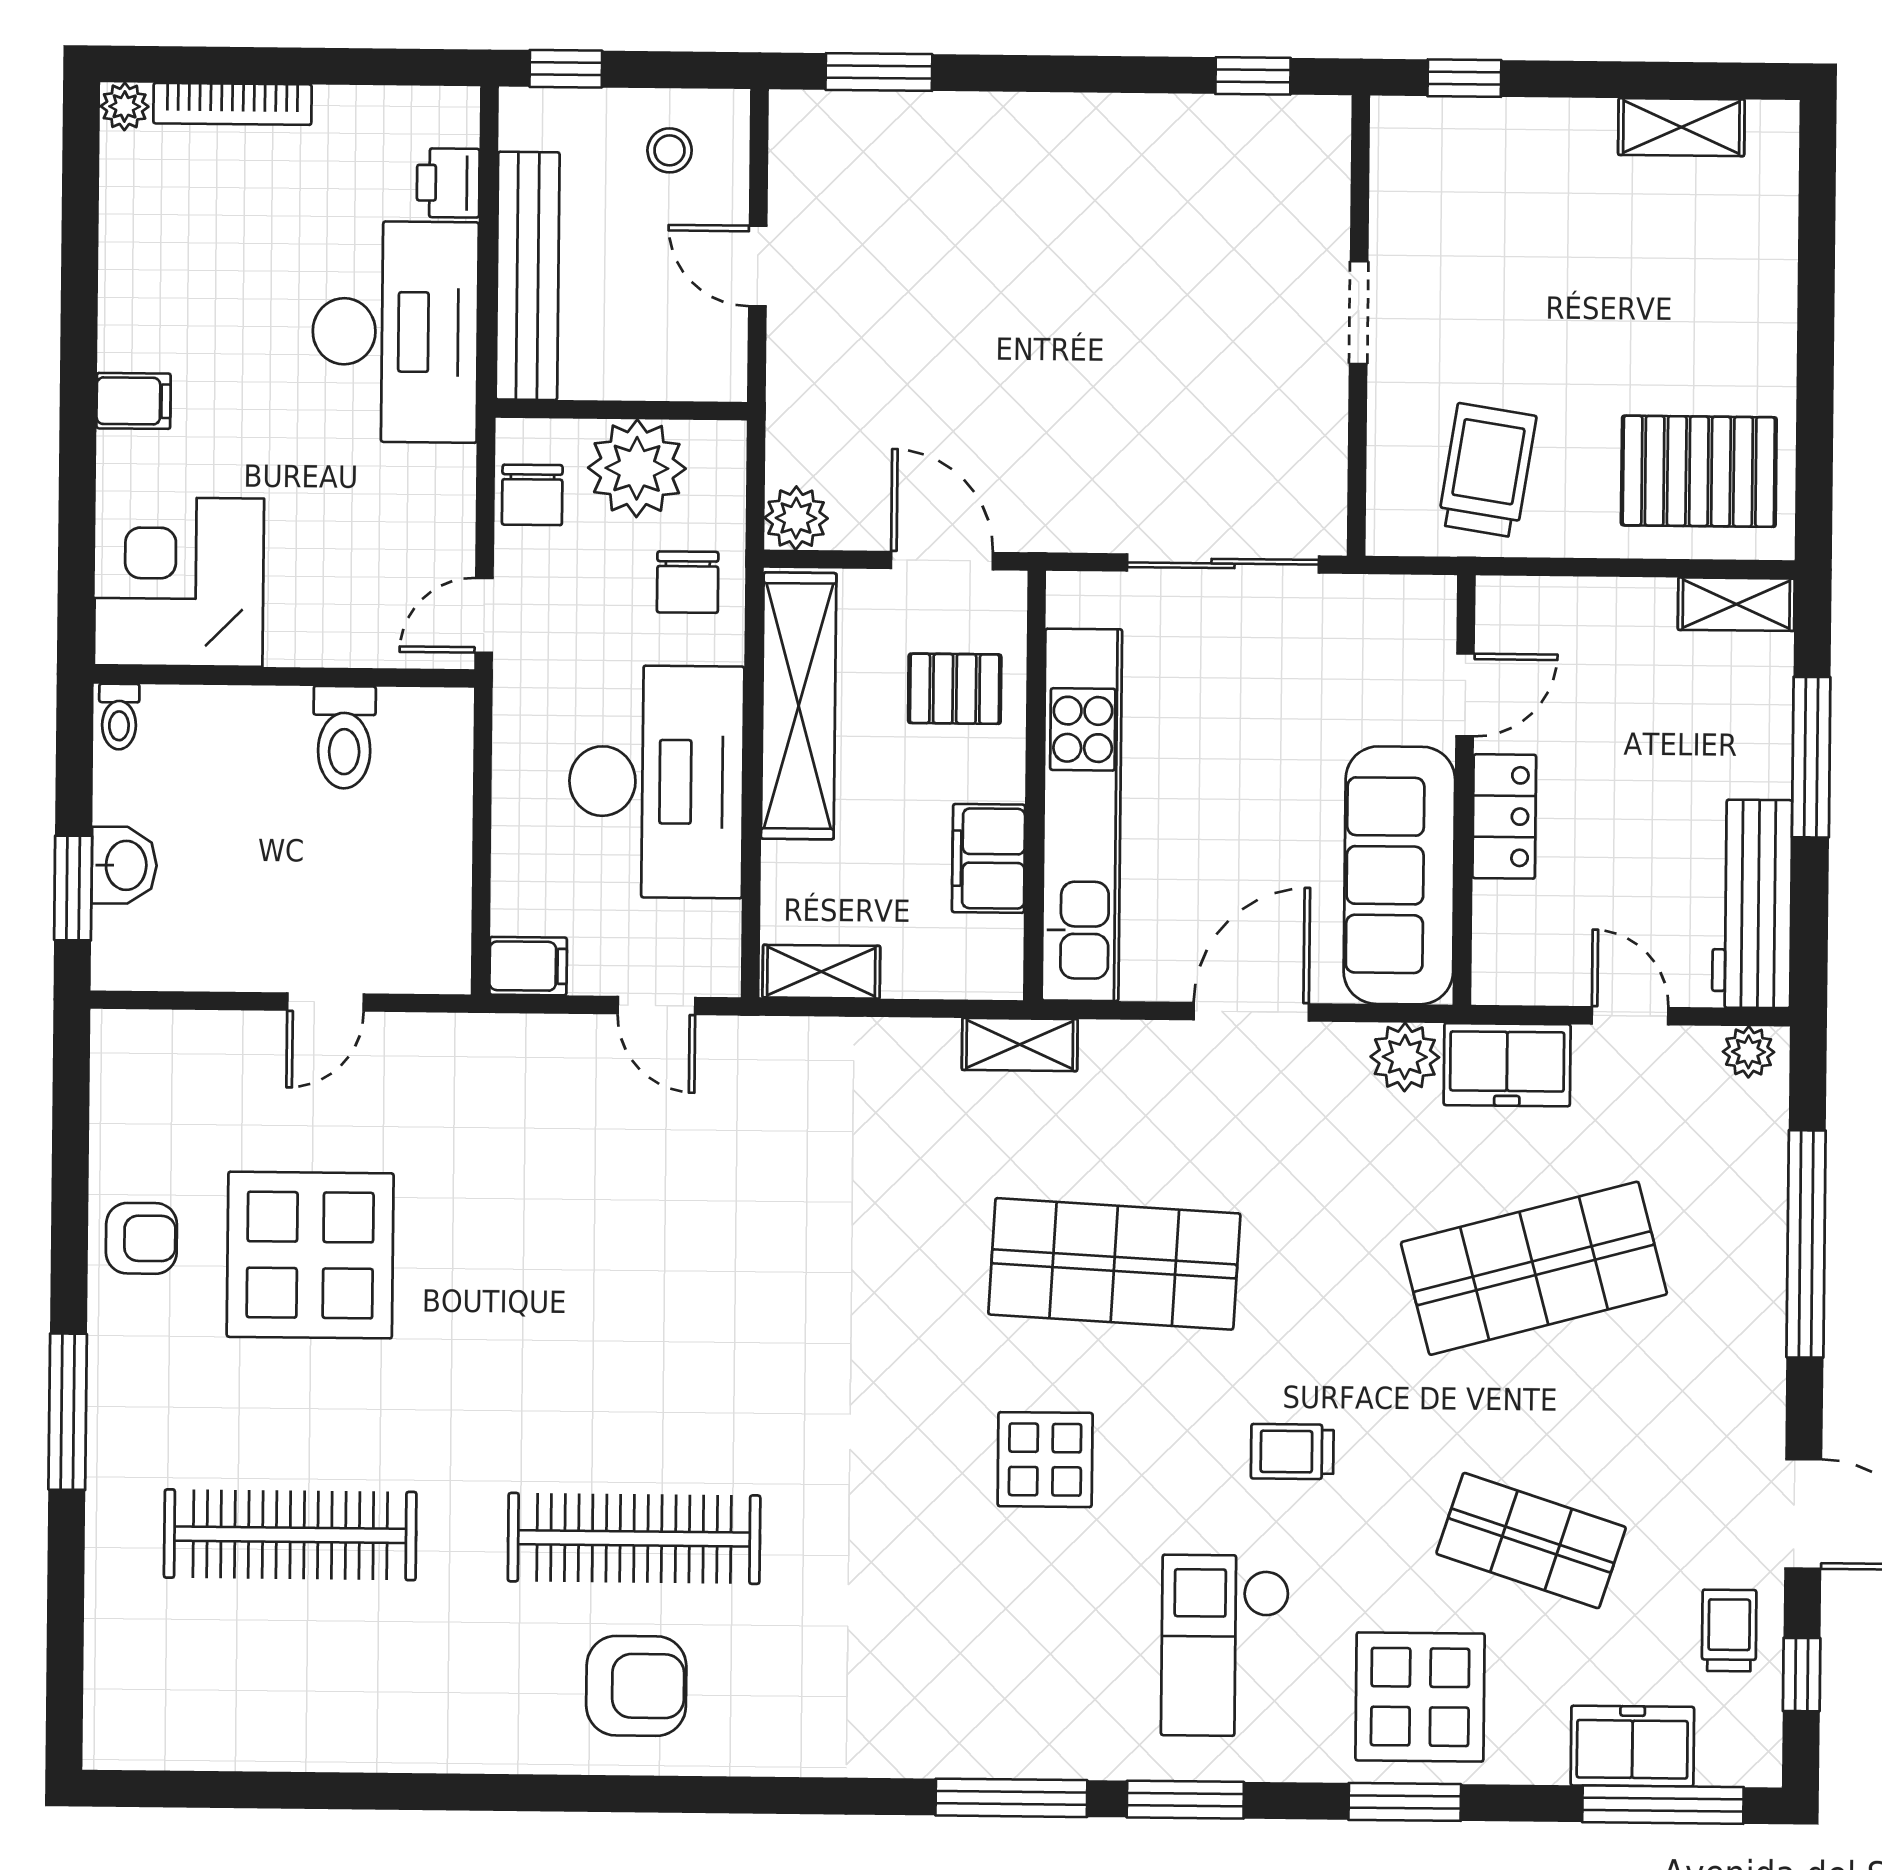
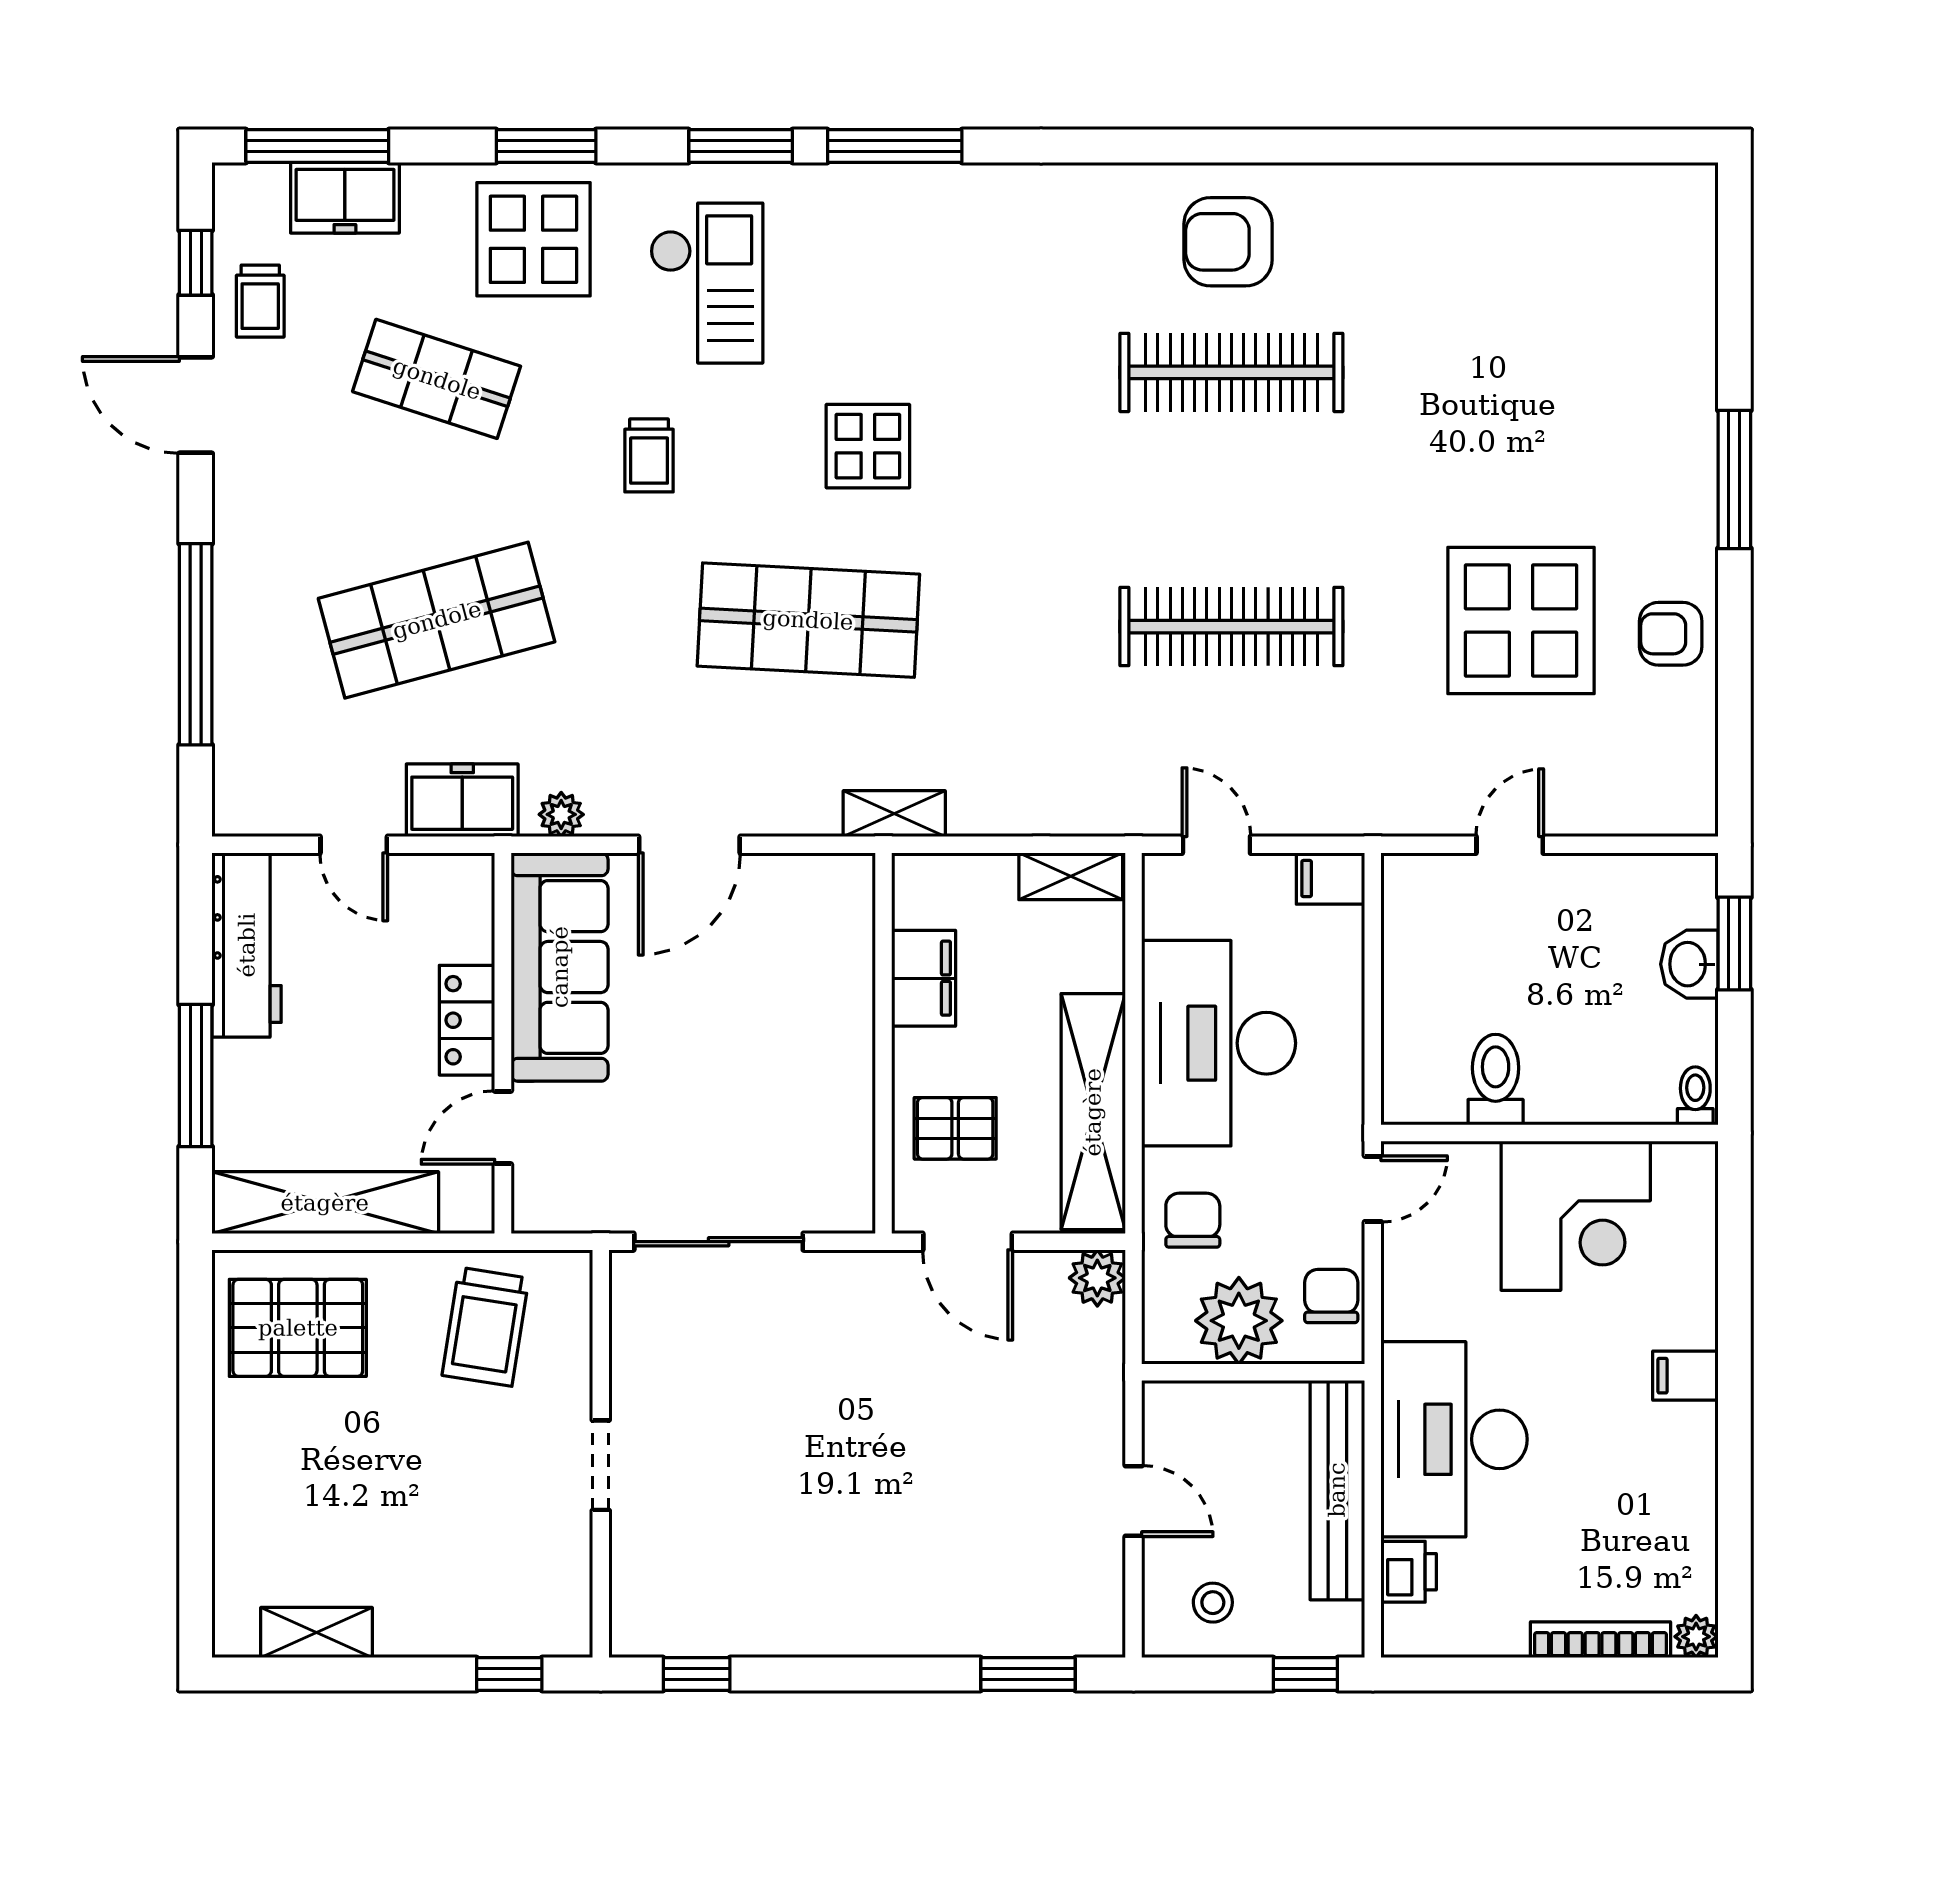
corner desk: (179, 582) -> (1576, 1216), moved
shelving: (1736, 604) -> (325, 1203), width x2.20, depth x1.33
kitchen unit: (1082, 815) -> (841, 1018), removed
plant: (1749, 1052) -> (248, 814), removed
plant: (1405, 1057) -> (561, 814), width x0.73, depth x0.73
trolley: (1292, 1452) -> (649, 455), turned 90
clothes rail: (290, 1535) -> (1231, 627), moved

